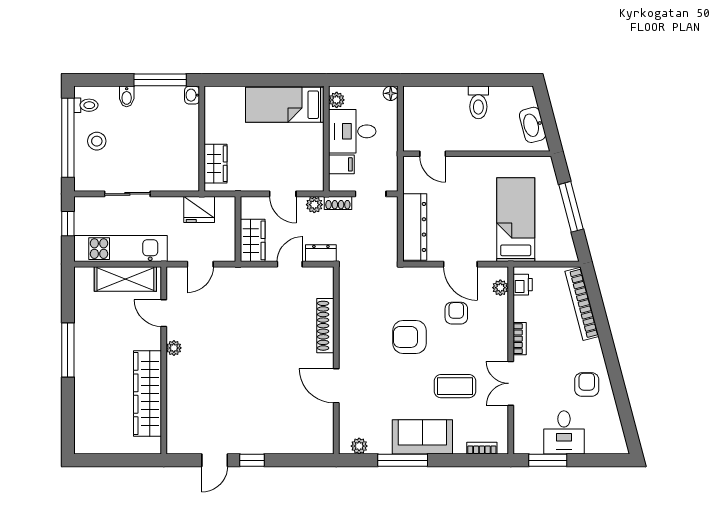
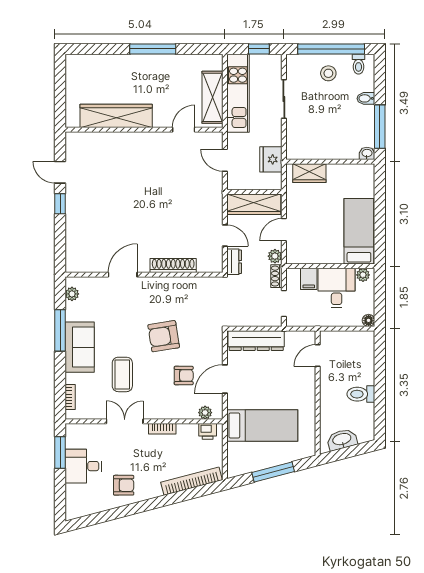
wardrobe: (253, 240) -> (254, 204), width x1.50
armchair: (409, 337) -> (164, 336), turned -99
plant: (174, 348) -> (154, 138), removed

